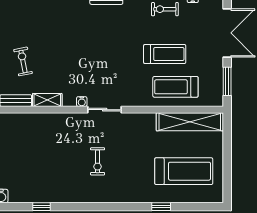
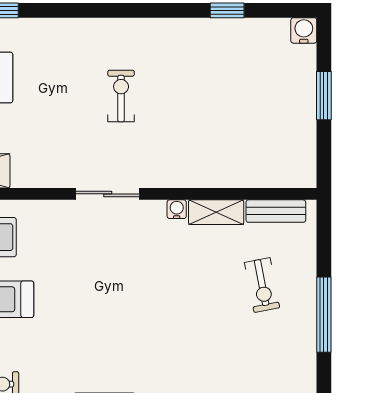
water cooler: (82, 102) -> (177, 209), moved

